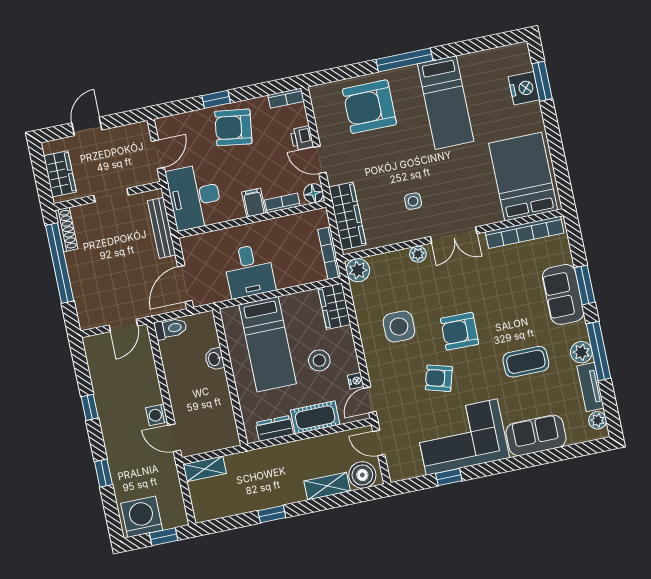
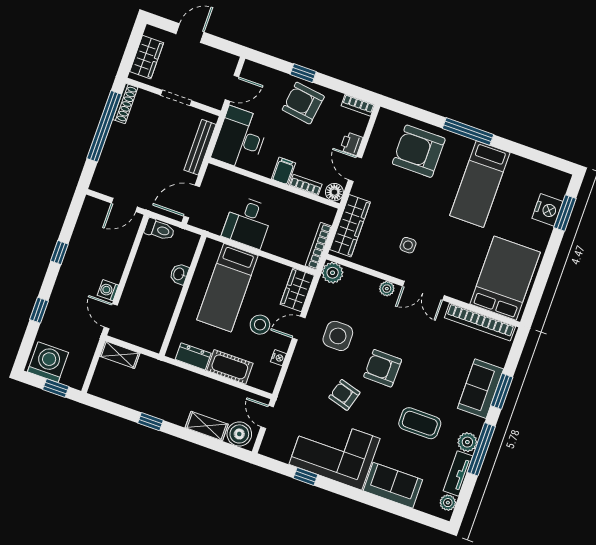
door: (370, 400) -> (299, 328), moved

